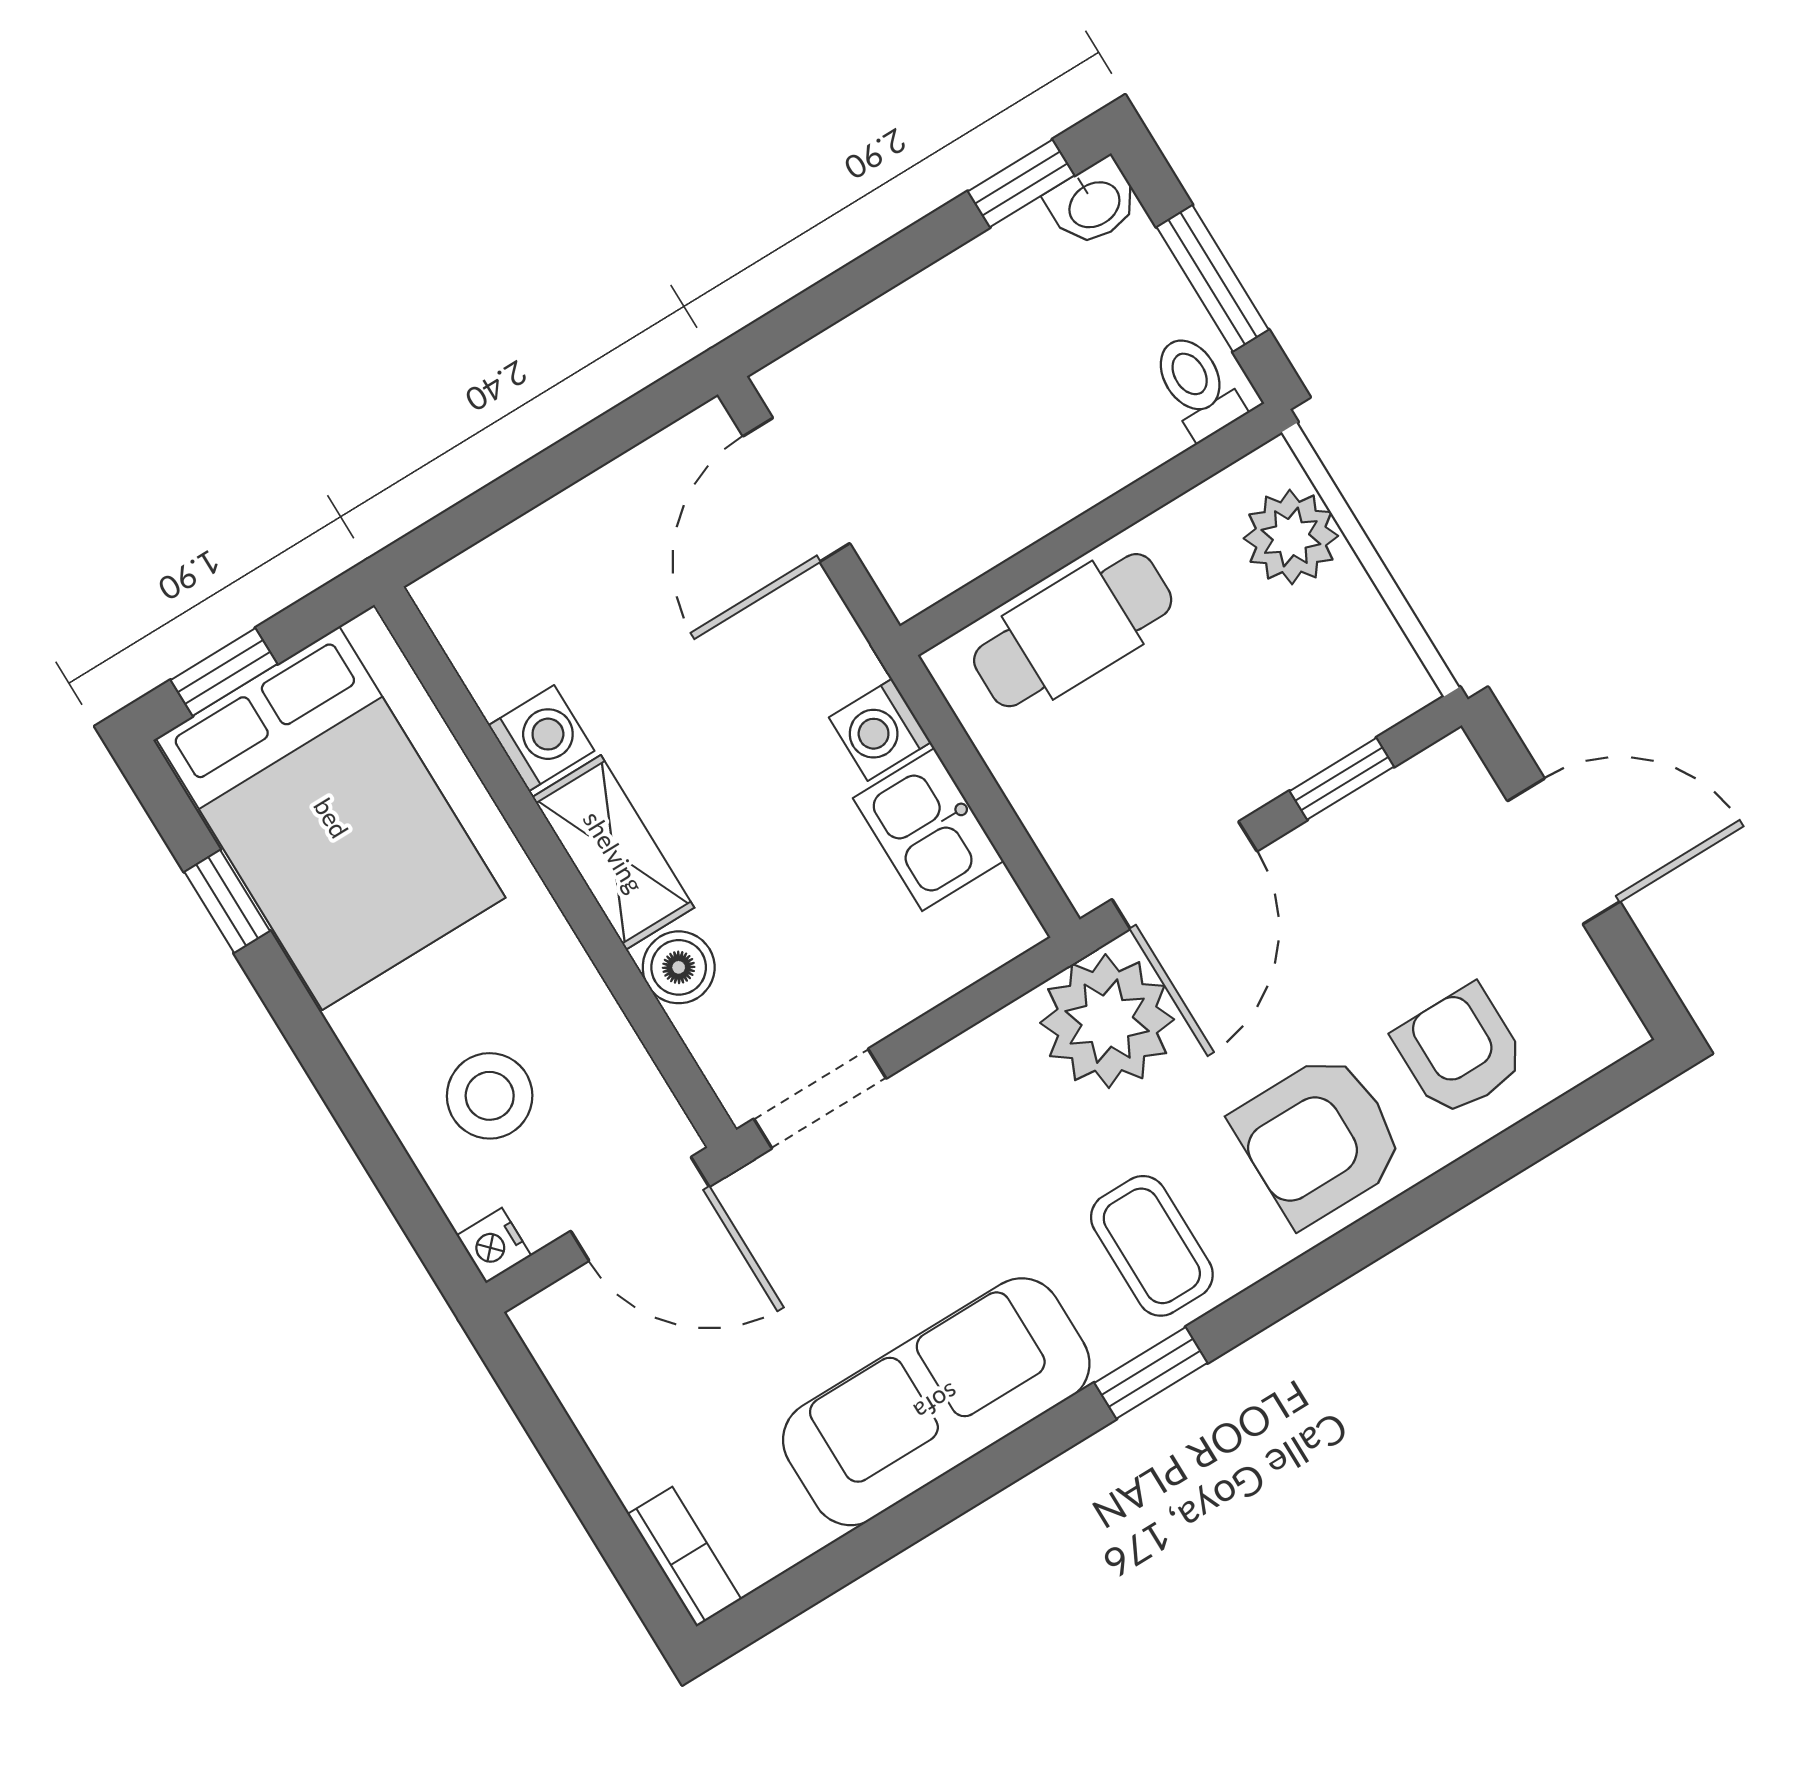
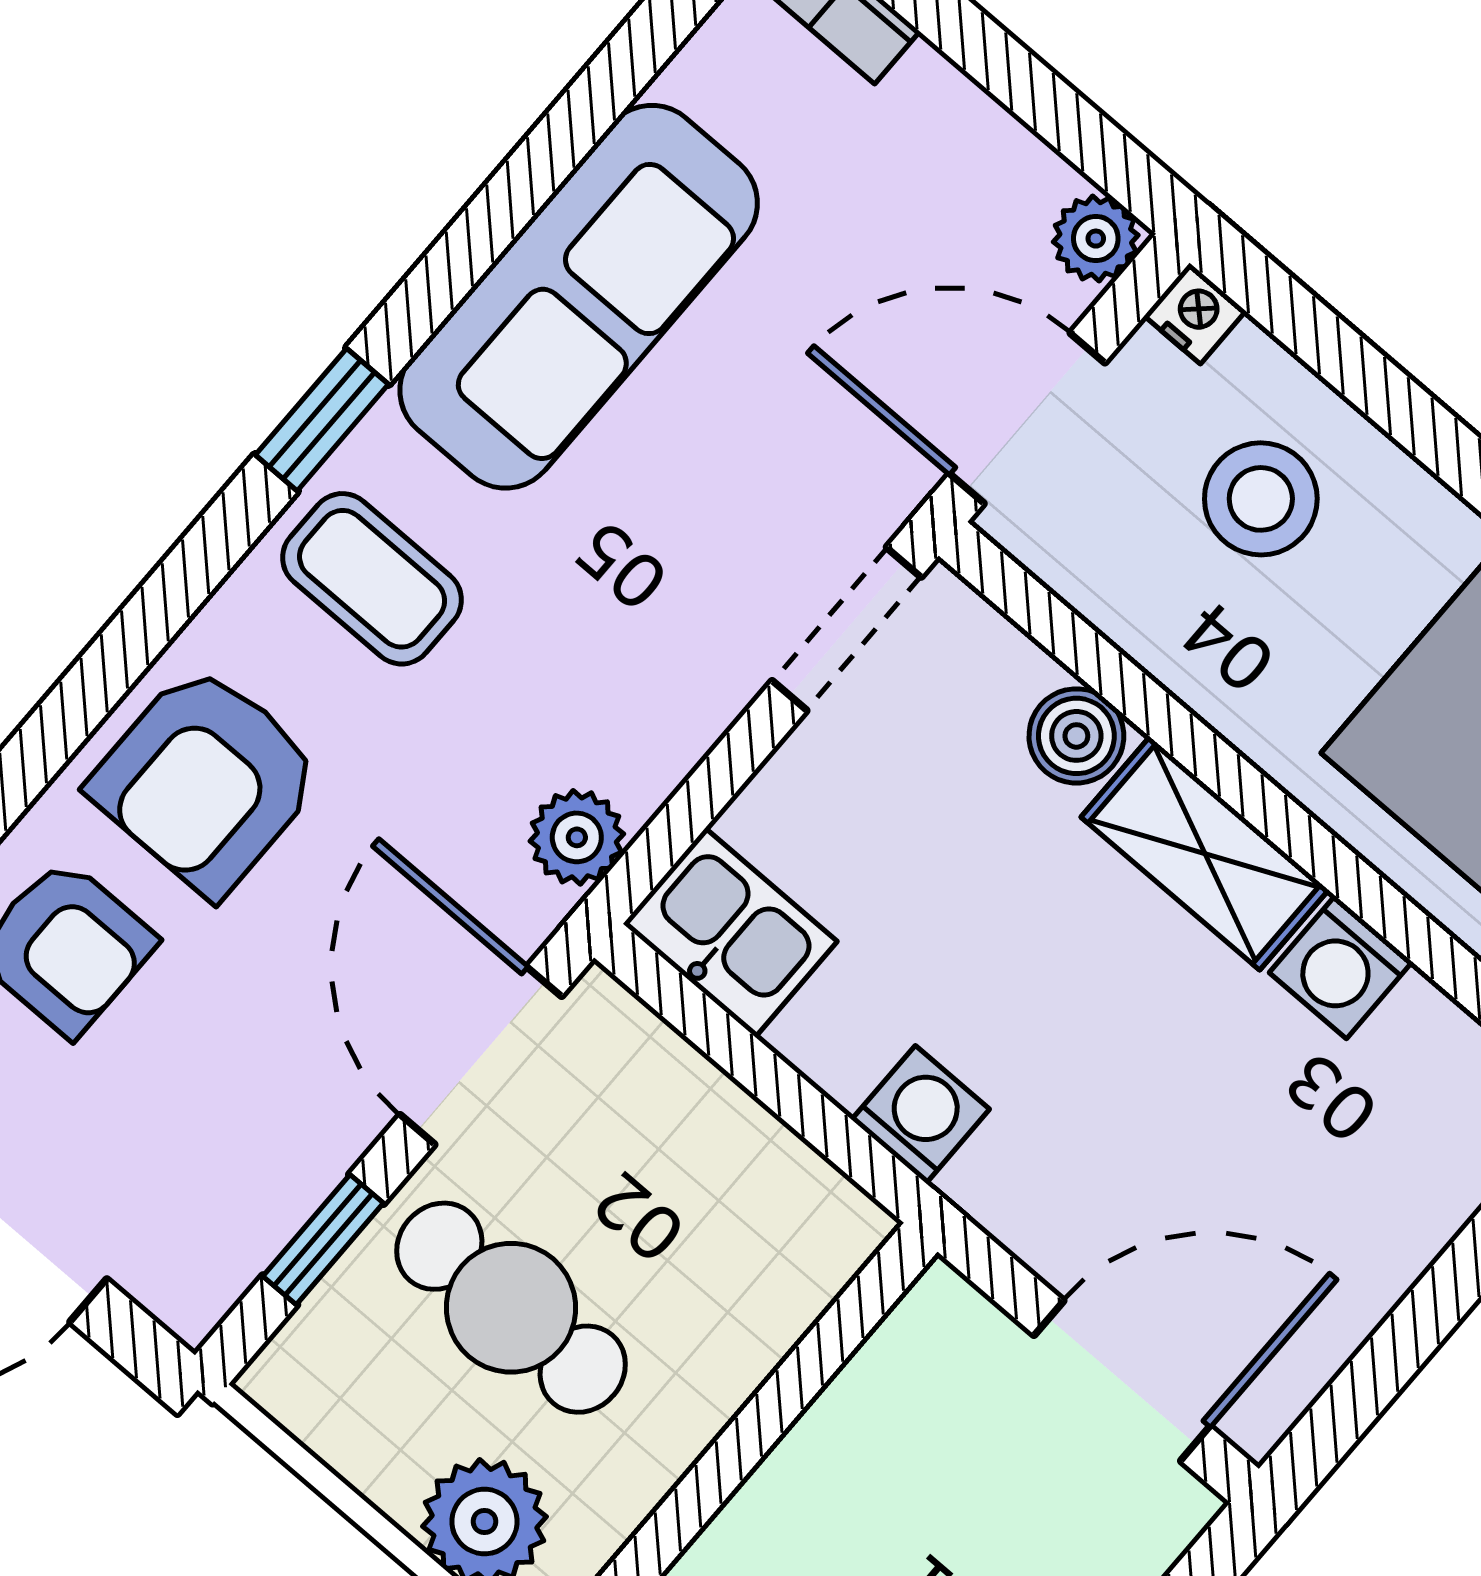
door: (796, 490) -> (1122, 1381), hinge flipped
cafe table: (1073, 630) -> (511, 1308), moved, turned 90
kitchen sink: (928, 829) -> (730, 933), moved
plant: (1107, 1021) -> (577, 837), width x0.53, depth x0.53
armchair: (1319, 1139) -> (206, 780), turned 180
plant: (548, 1323) -> (1096, 239), added

